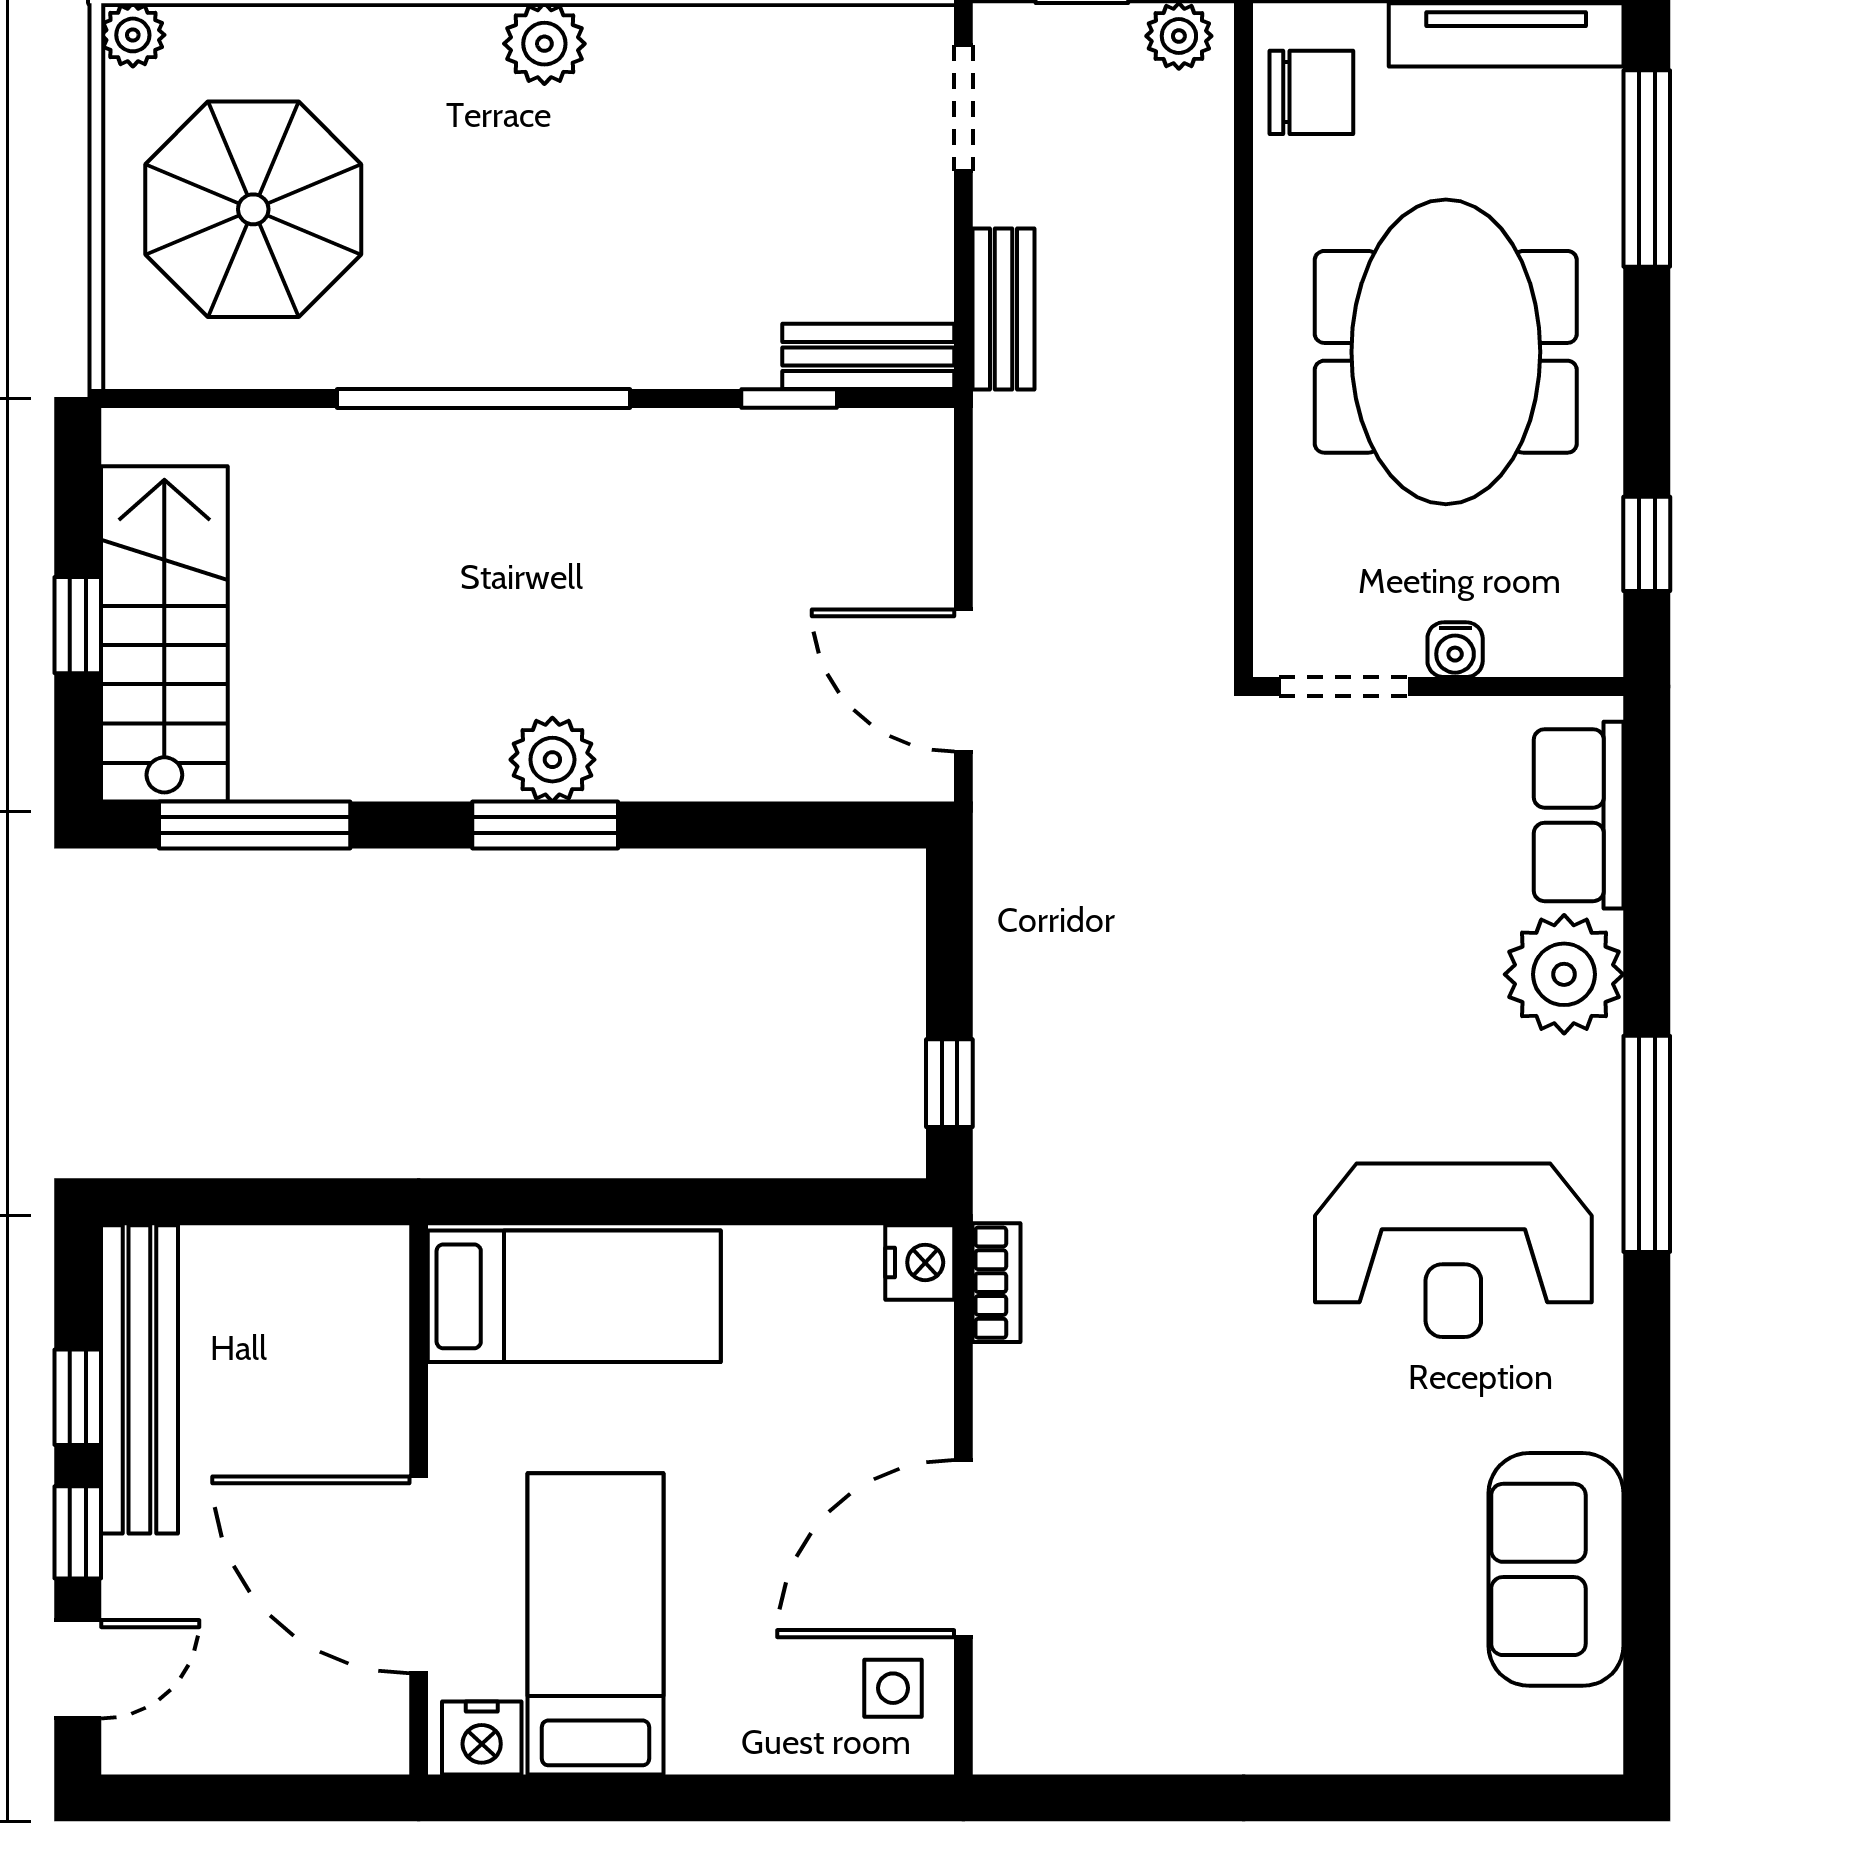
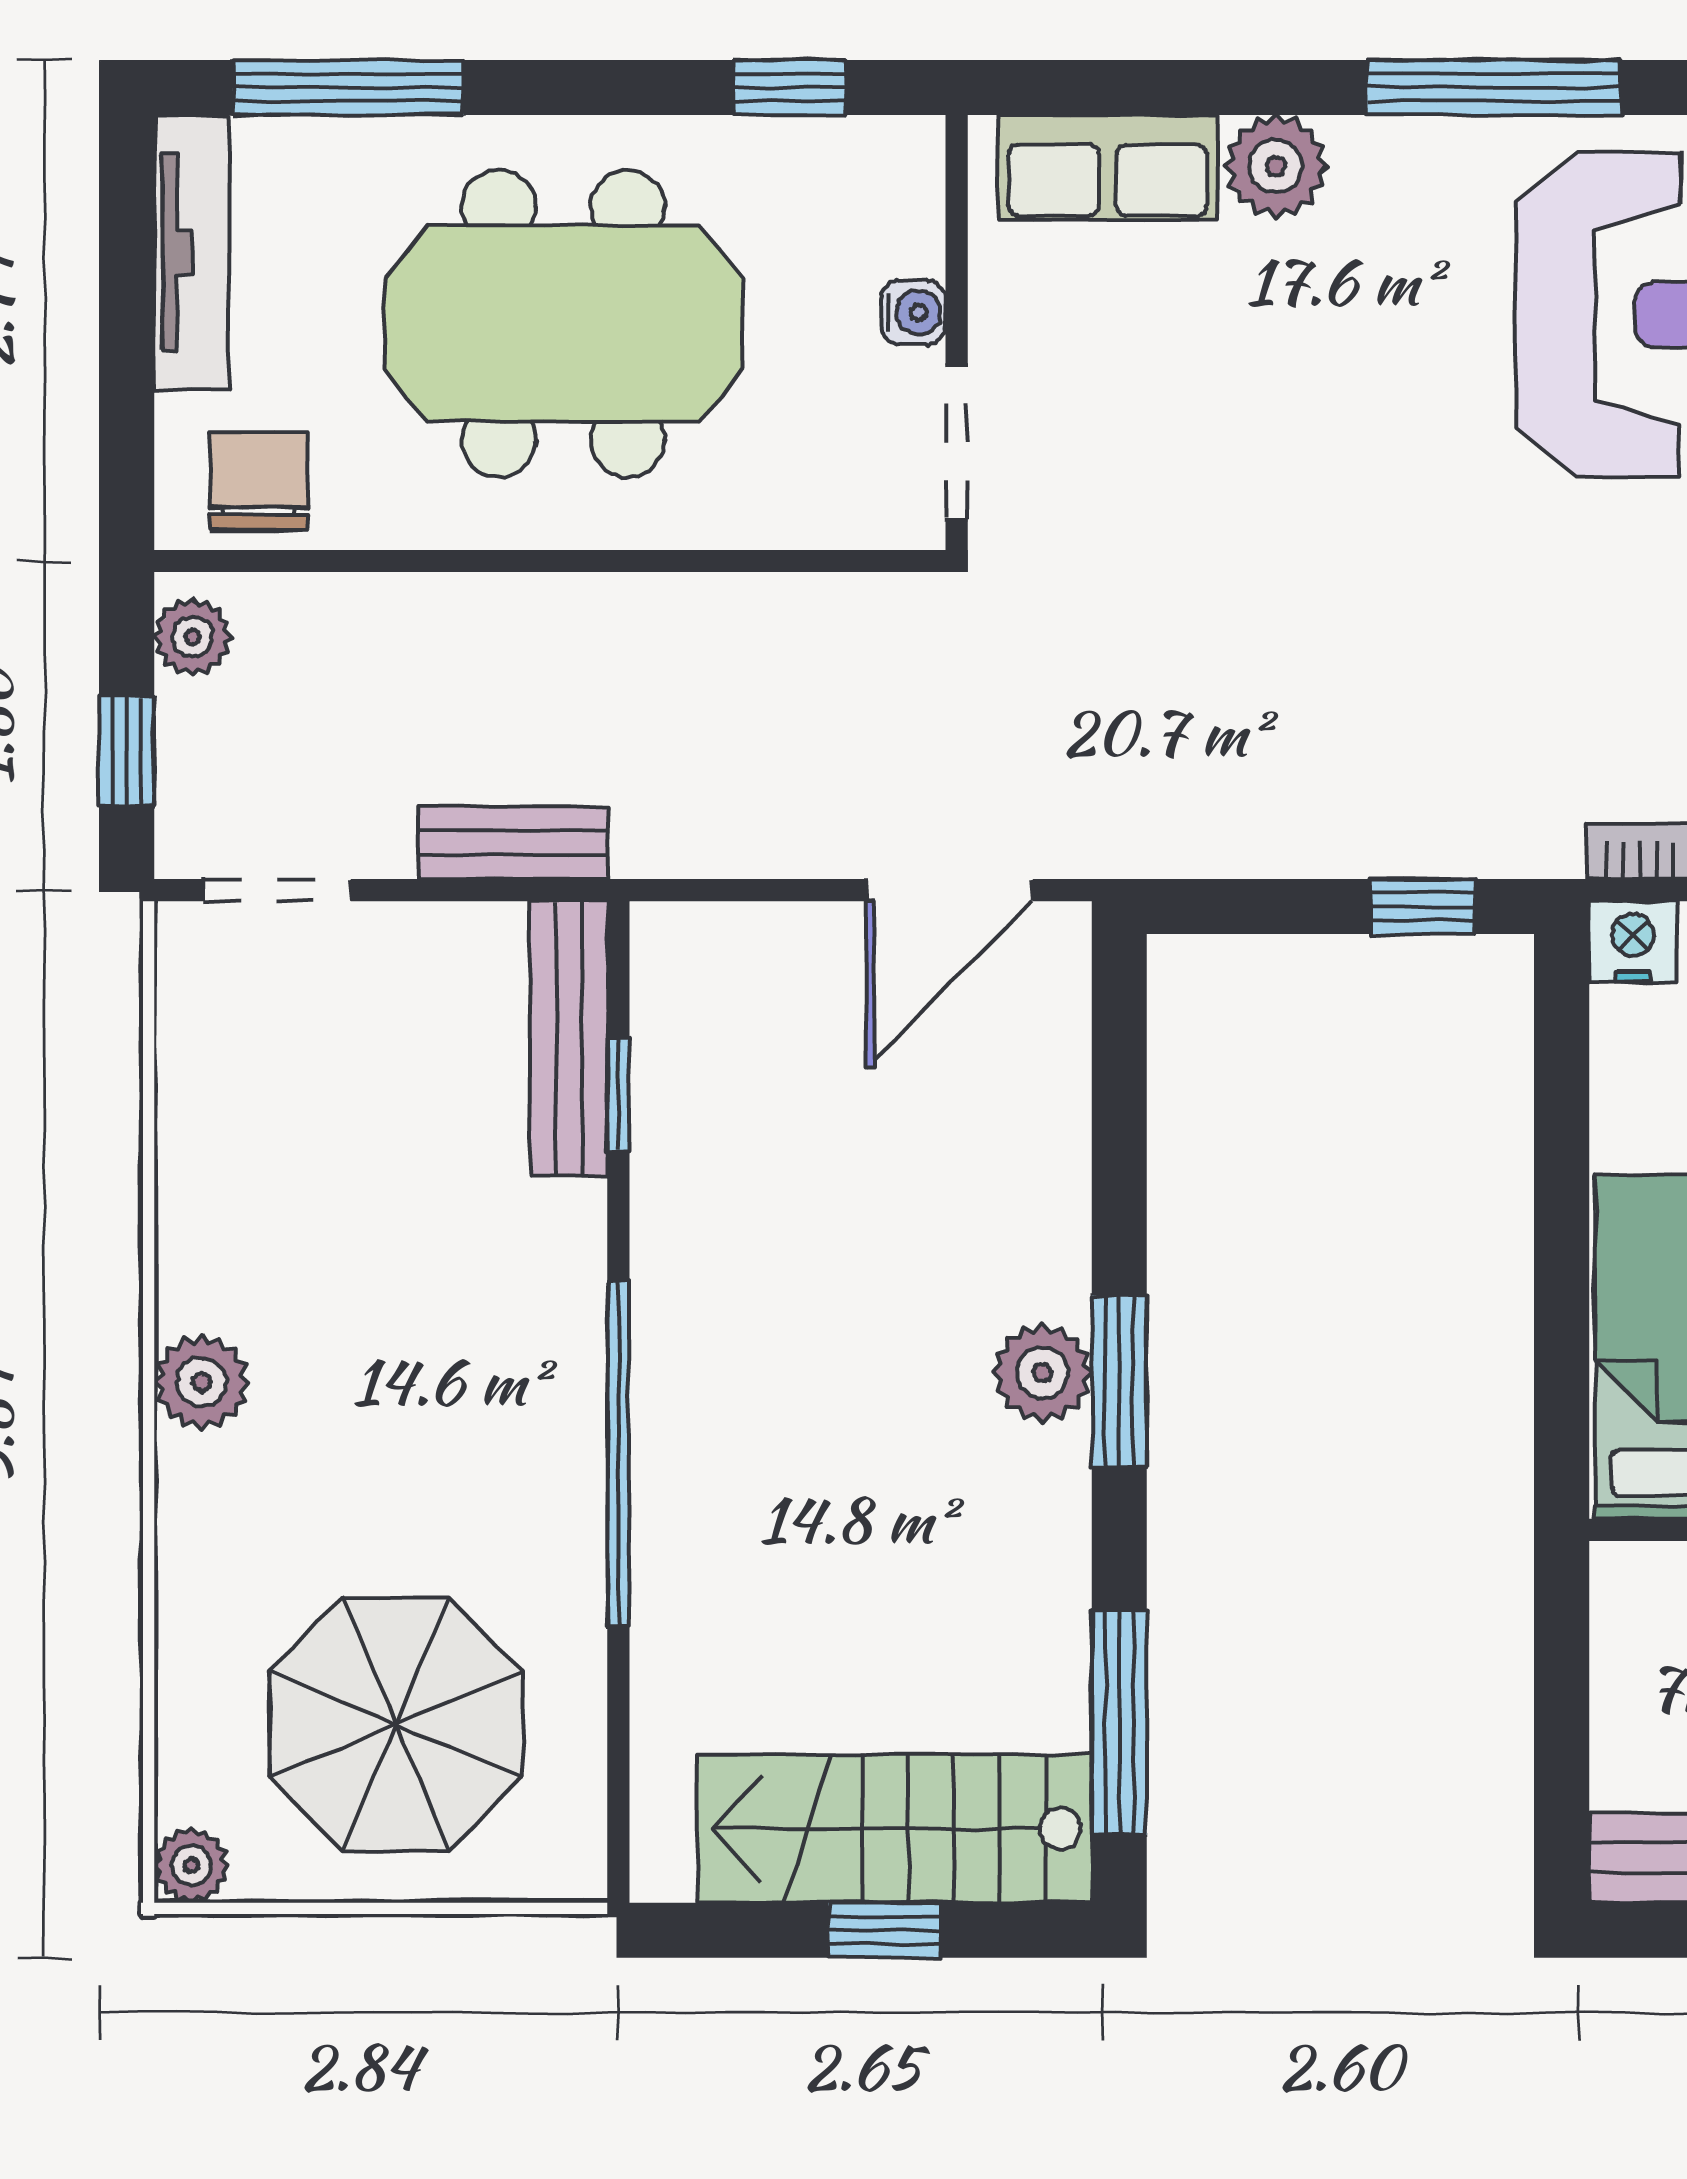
bench: (868, 356) -> (569, 1039), width x1.36
plant: (1564, 974) -> (1276, 166), width x0.73, depth x0.73

